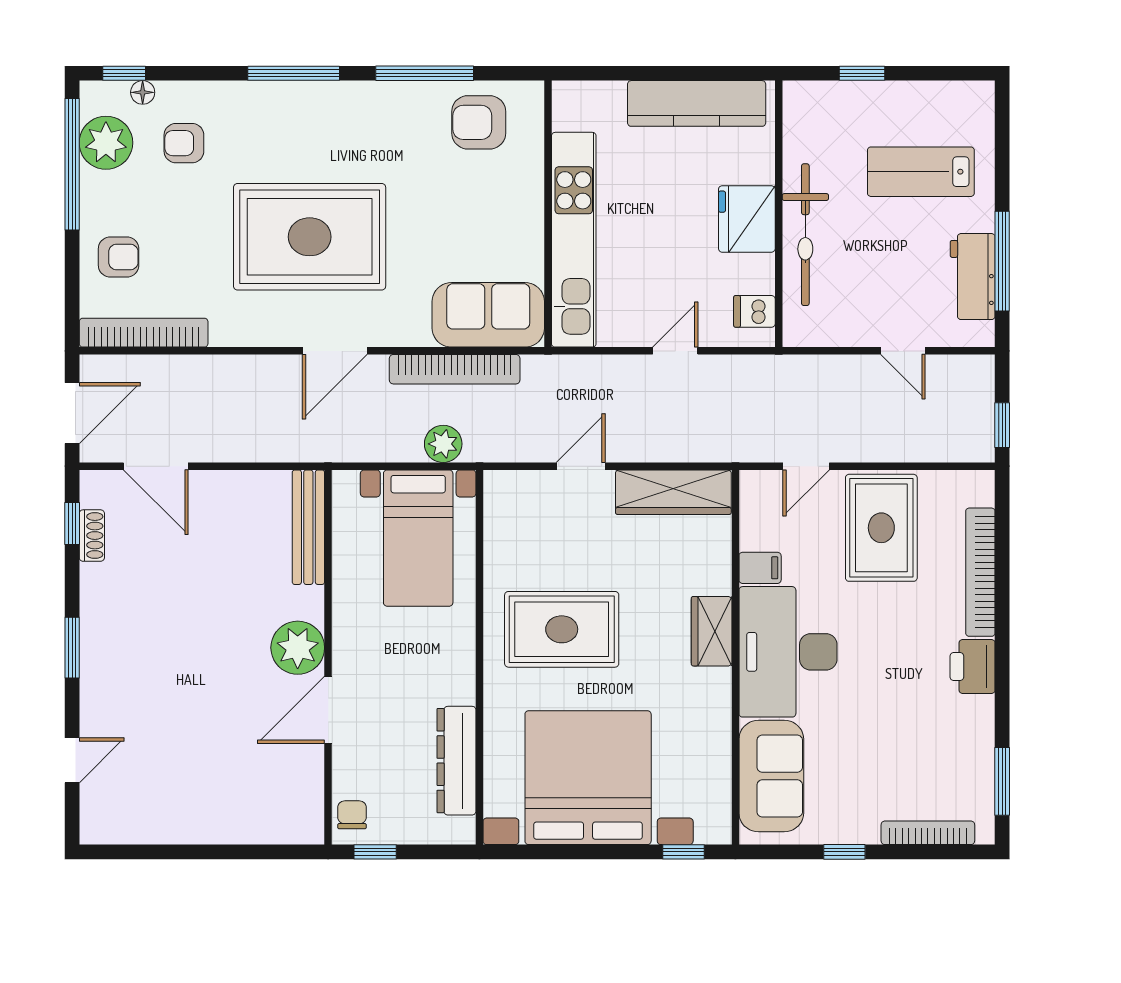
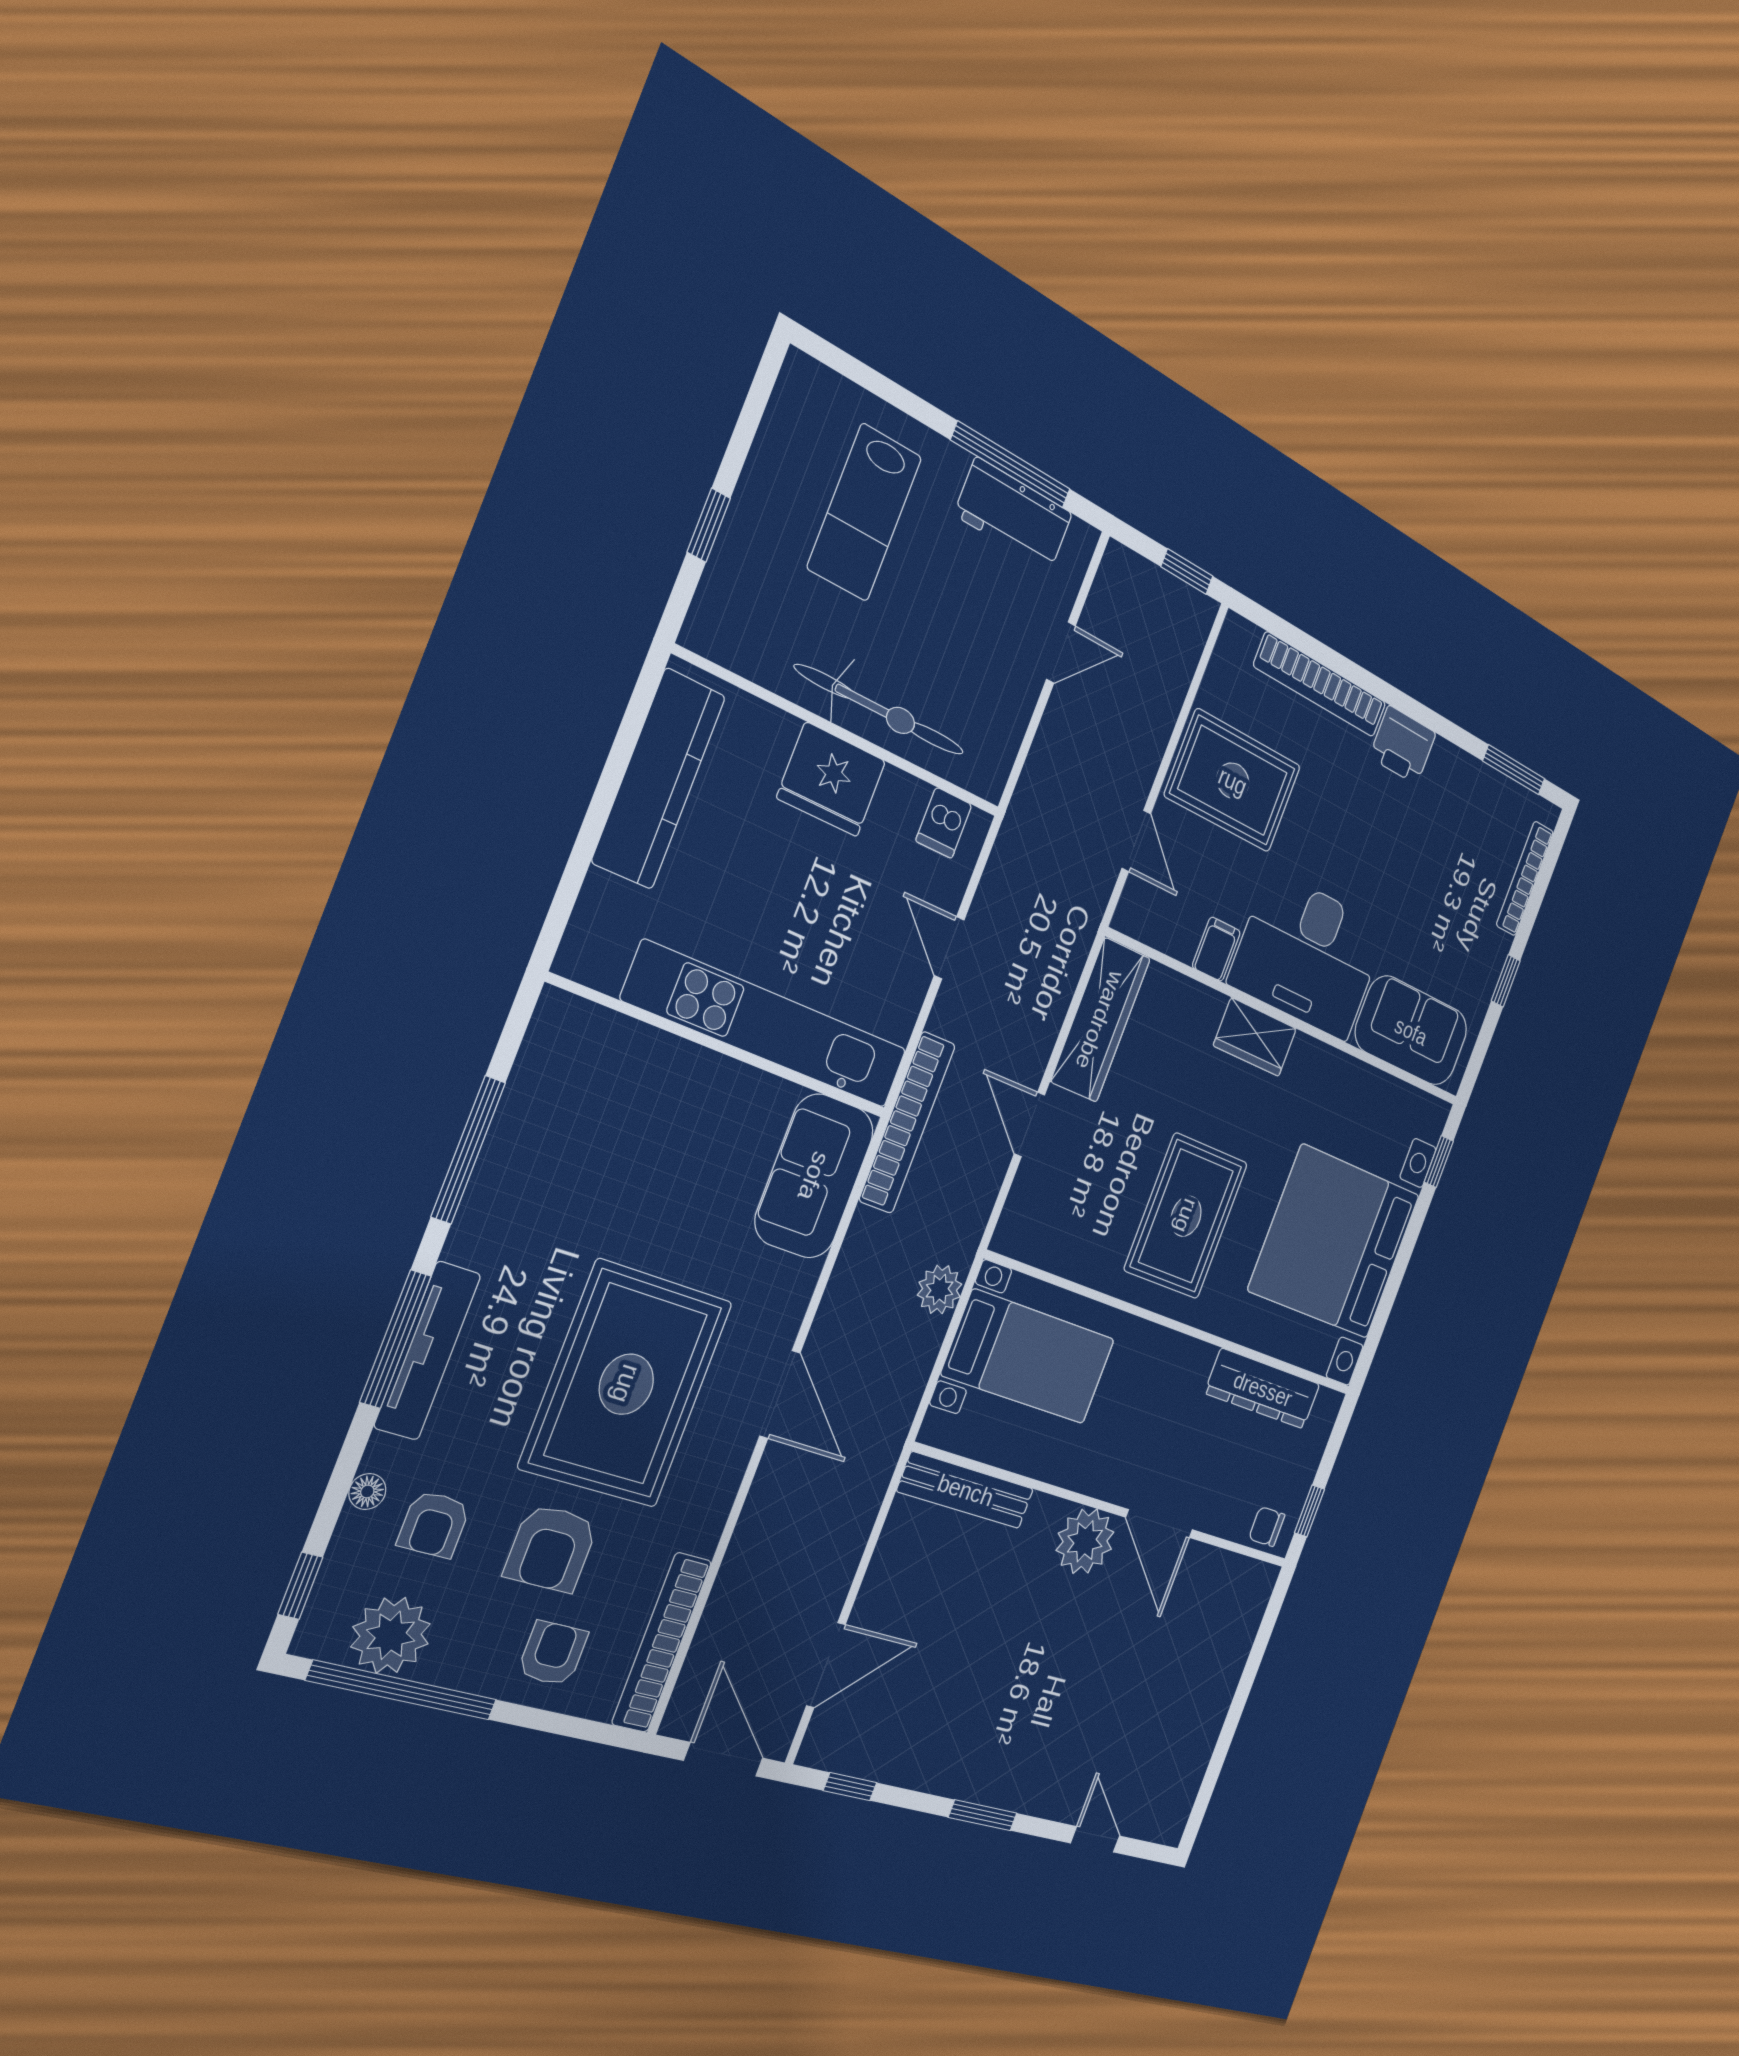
floor lamp: (143, 92) -> (367, 1491), moved
tv unit: (292, 96) -> (427, 1351), added
armchair: (479, 122) -> (551, 1548), moved
bookcase: (455, 369) -> (907, 1122), moved
shoe rack: (92, 536) -> (873, 1765), removed

